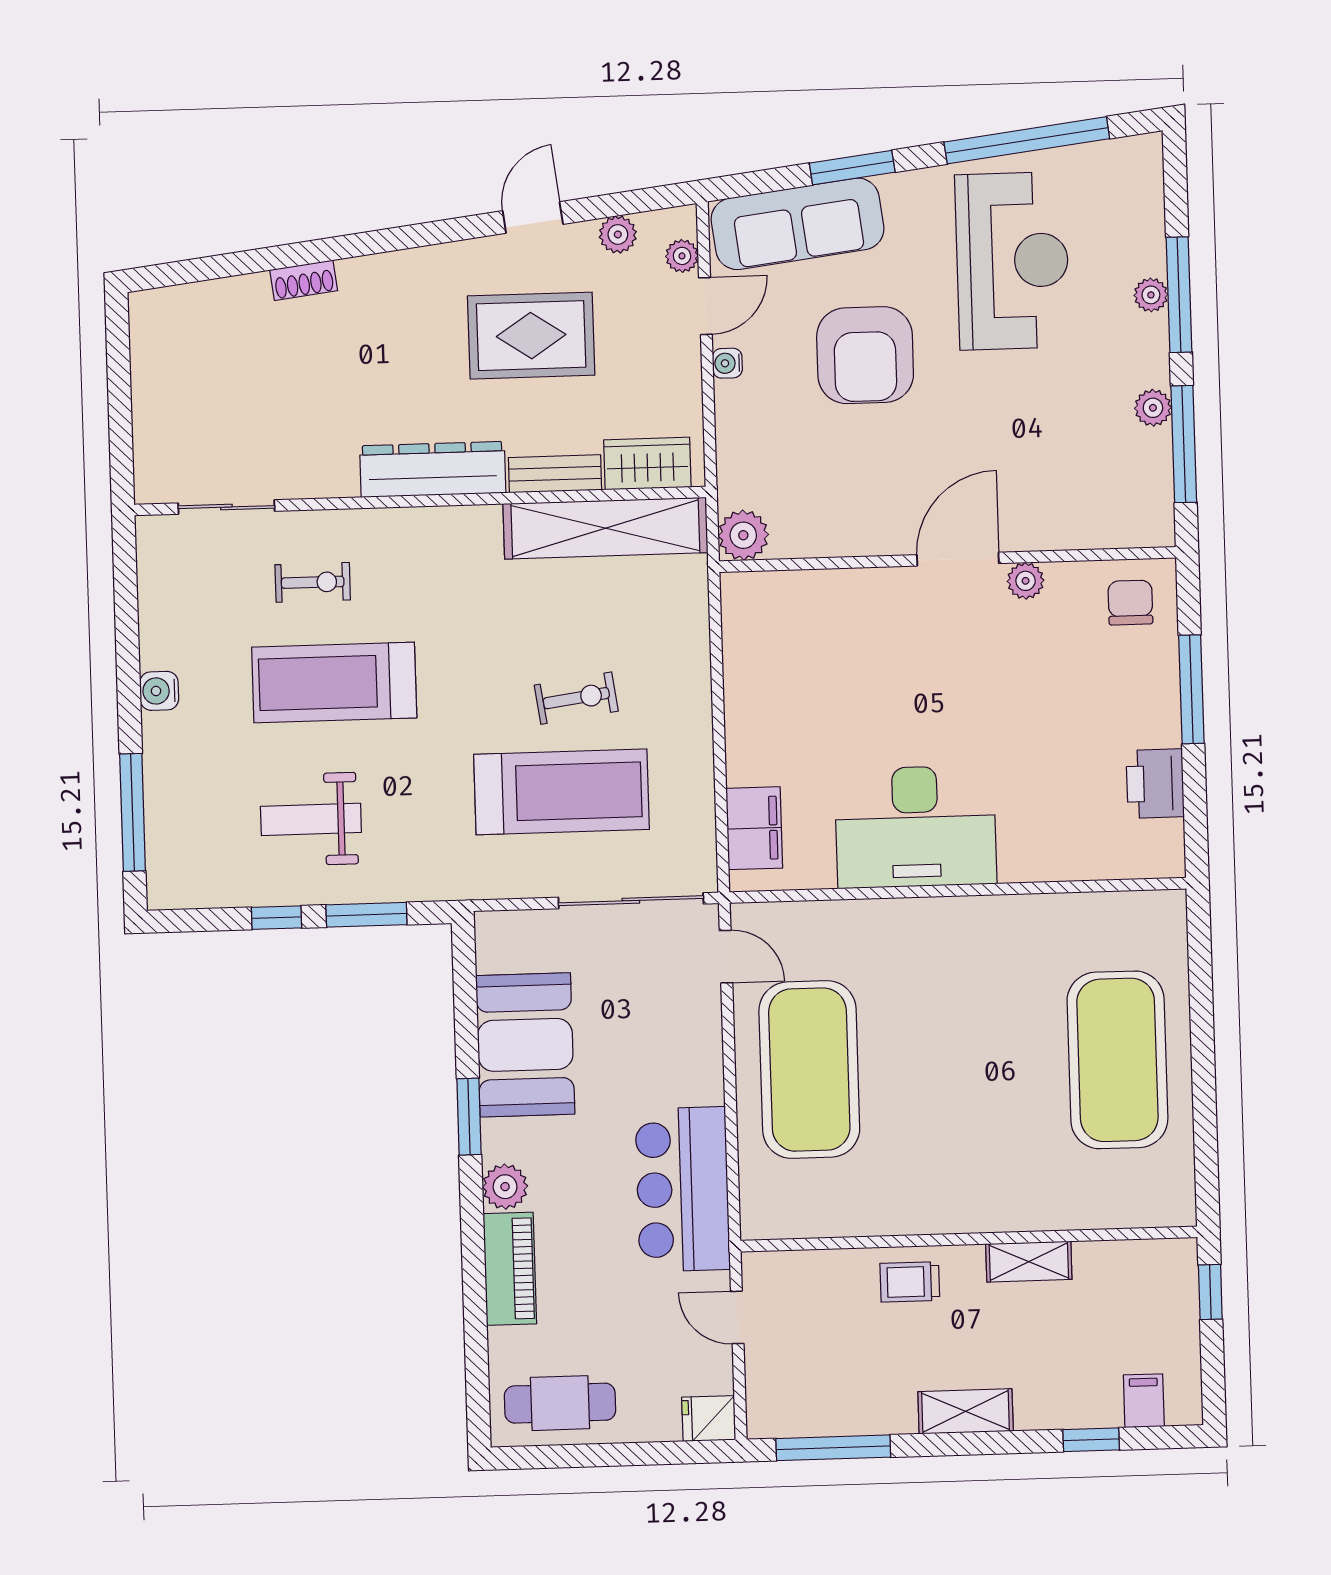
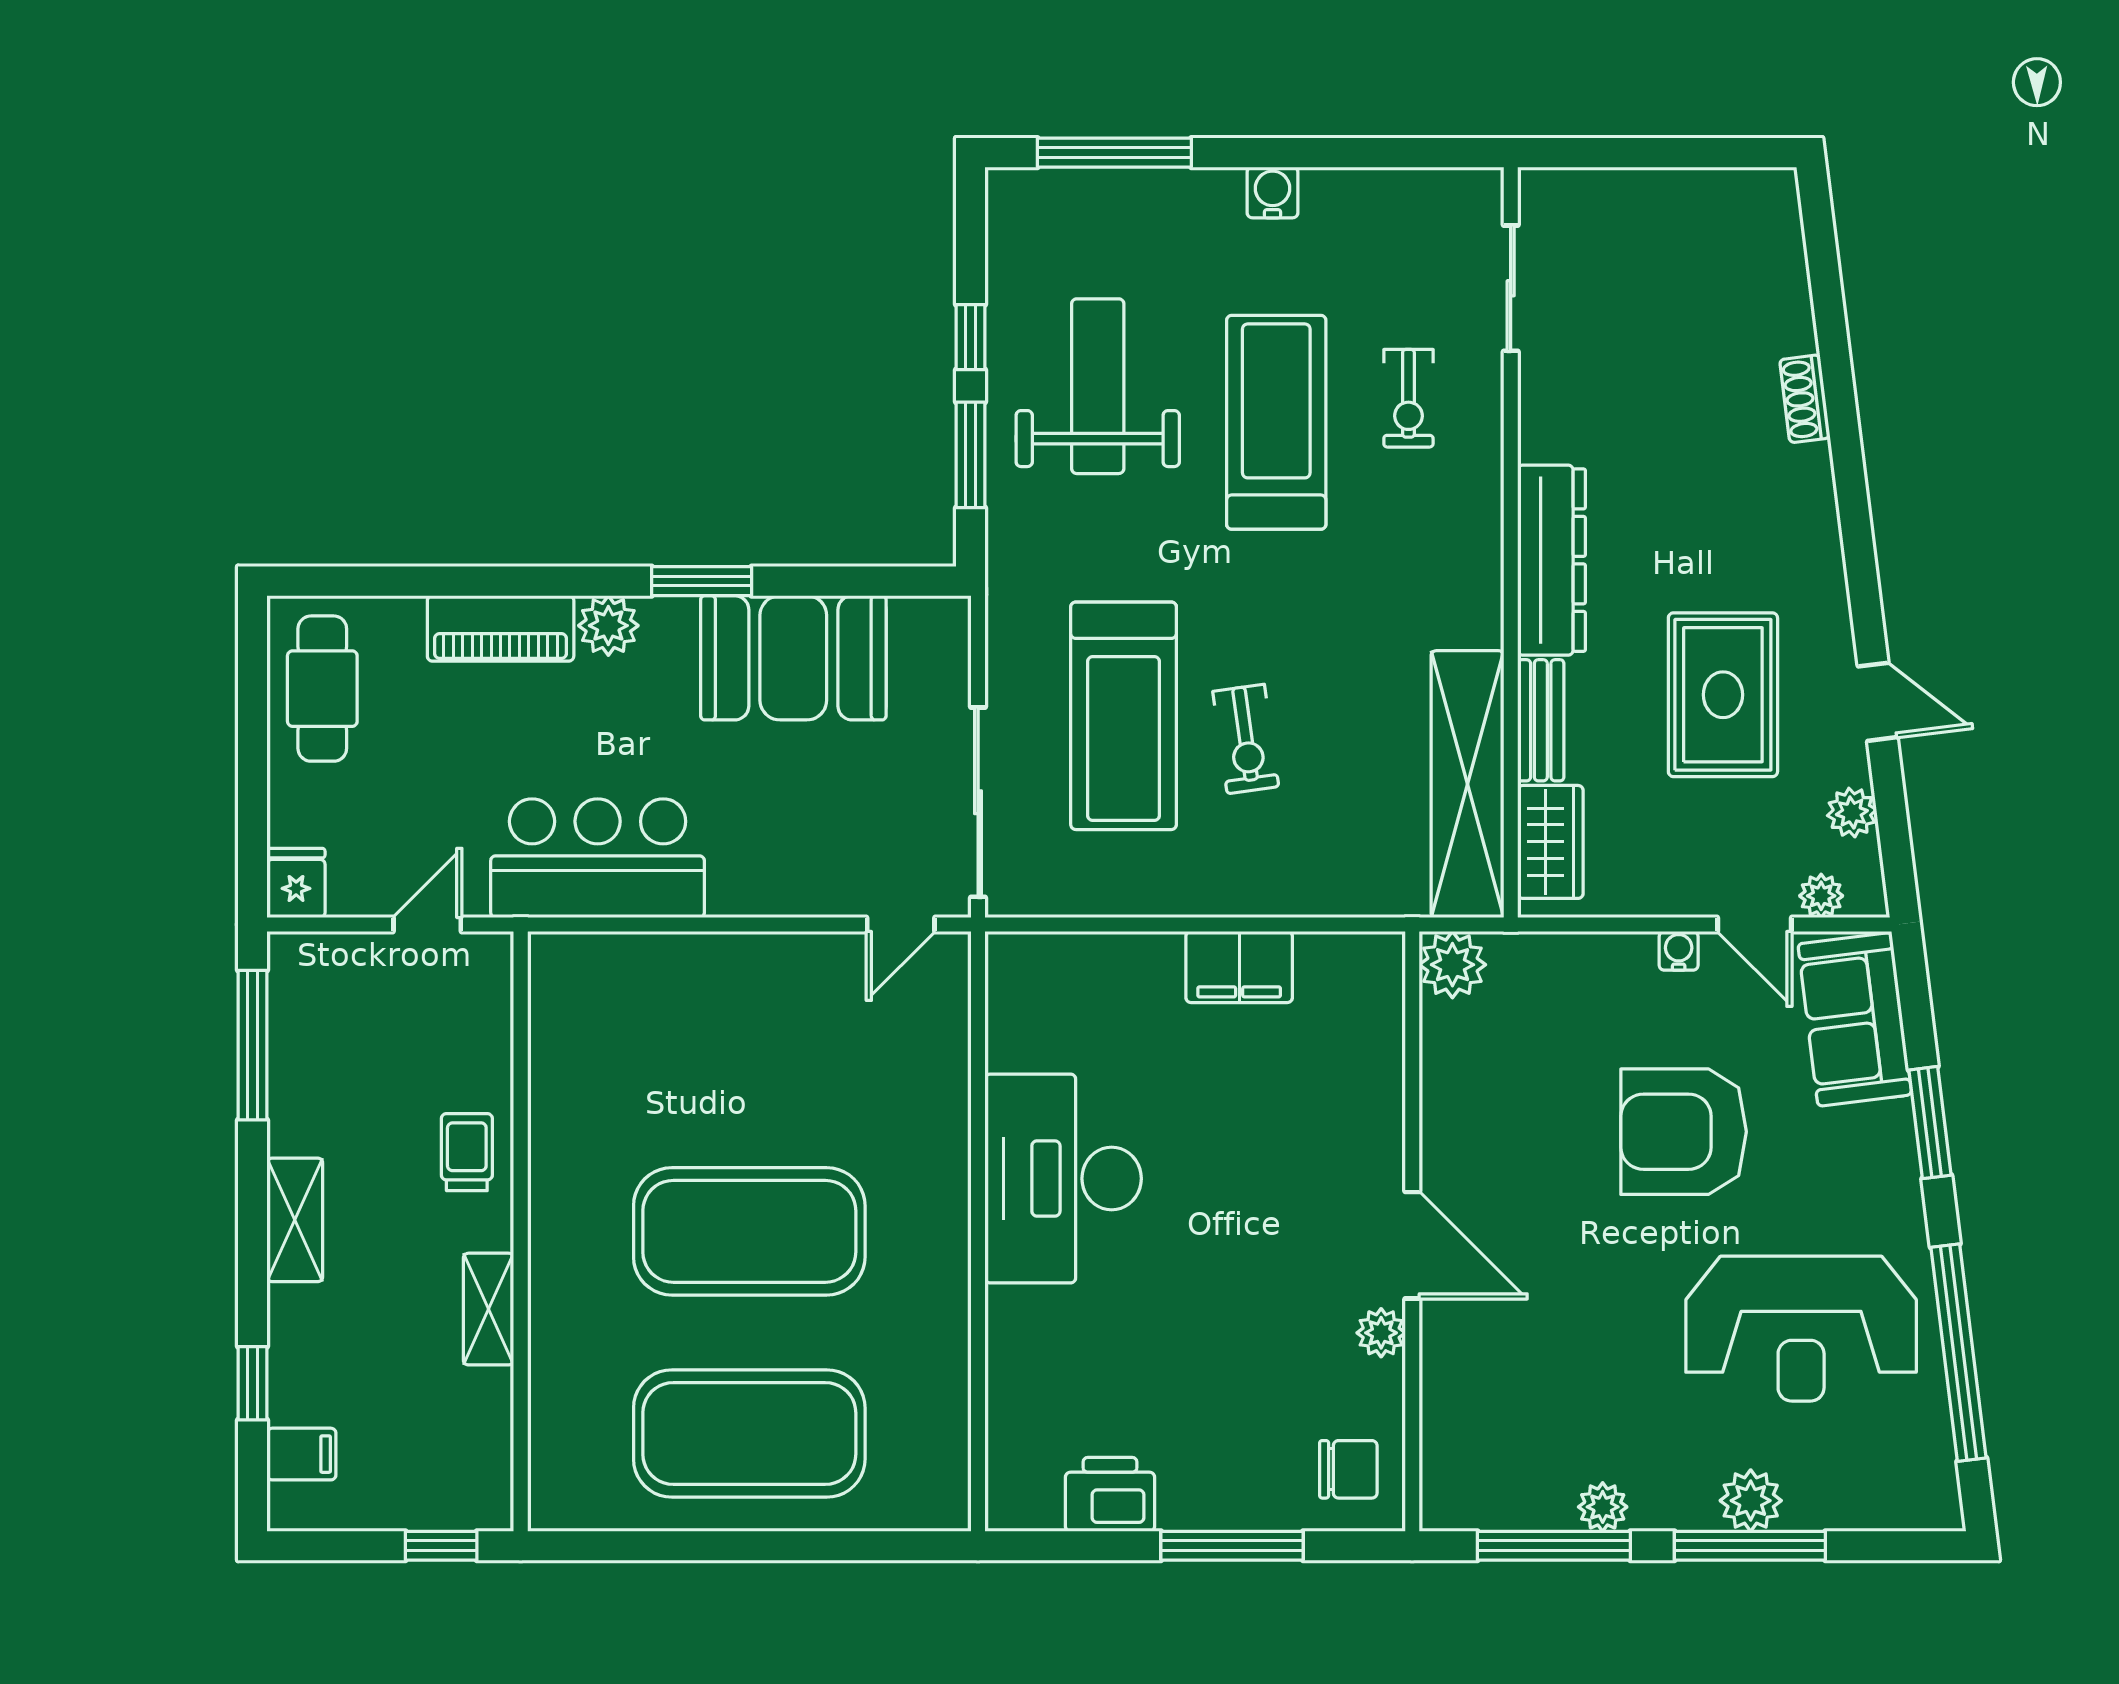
sofa: (798, 224) -> (1855, 1019), width x0.73
plant: (1151, 295) -> (1751, 1501), width x1.38, depth x1.38
weight bench: (311, 819) -> (1098, 386), width x1.36, depth x1.33
filing cabinet: (754, 828) -> (1239, 967), moved
exercise mat: (809, 1070) -> (749, 1231), moved

